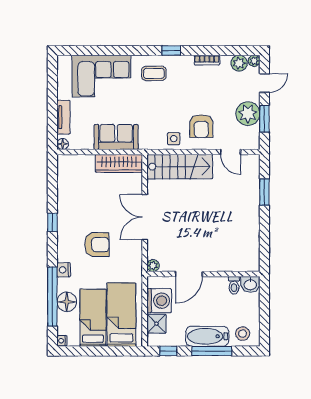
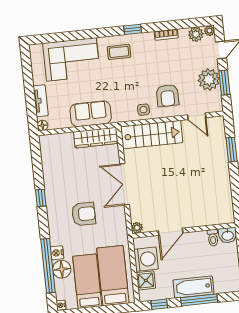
nightstand: (64, 270) -> (57, 253), moved
stool: (243, 334) -> (225, 281), removed

